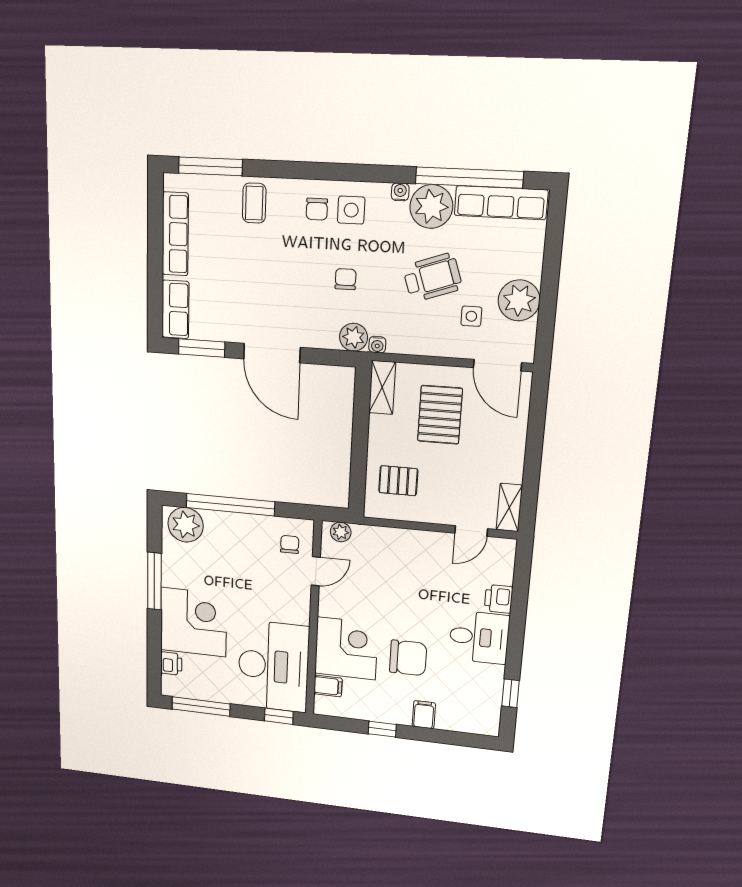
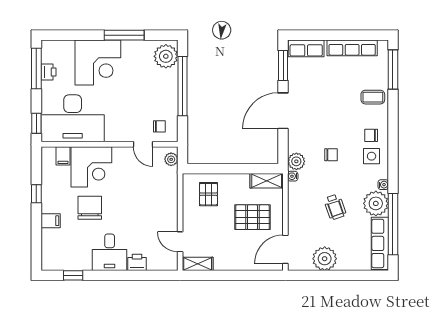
wheelchair: (432, 278) -> (335, 207), width x0.73, depth x0.73
side table: (471, 316) -> (314, 232), removed
chair: (408, 658) -> (90, 208), turned 180
printer: (171, 664) -> (48, 72), moved, turned -90

